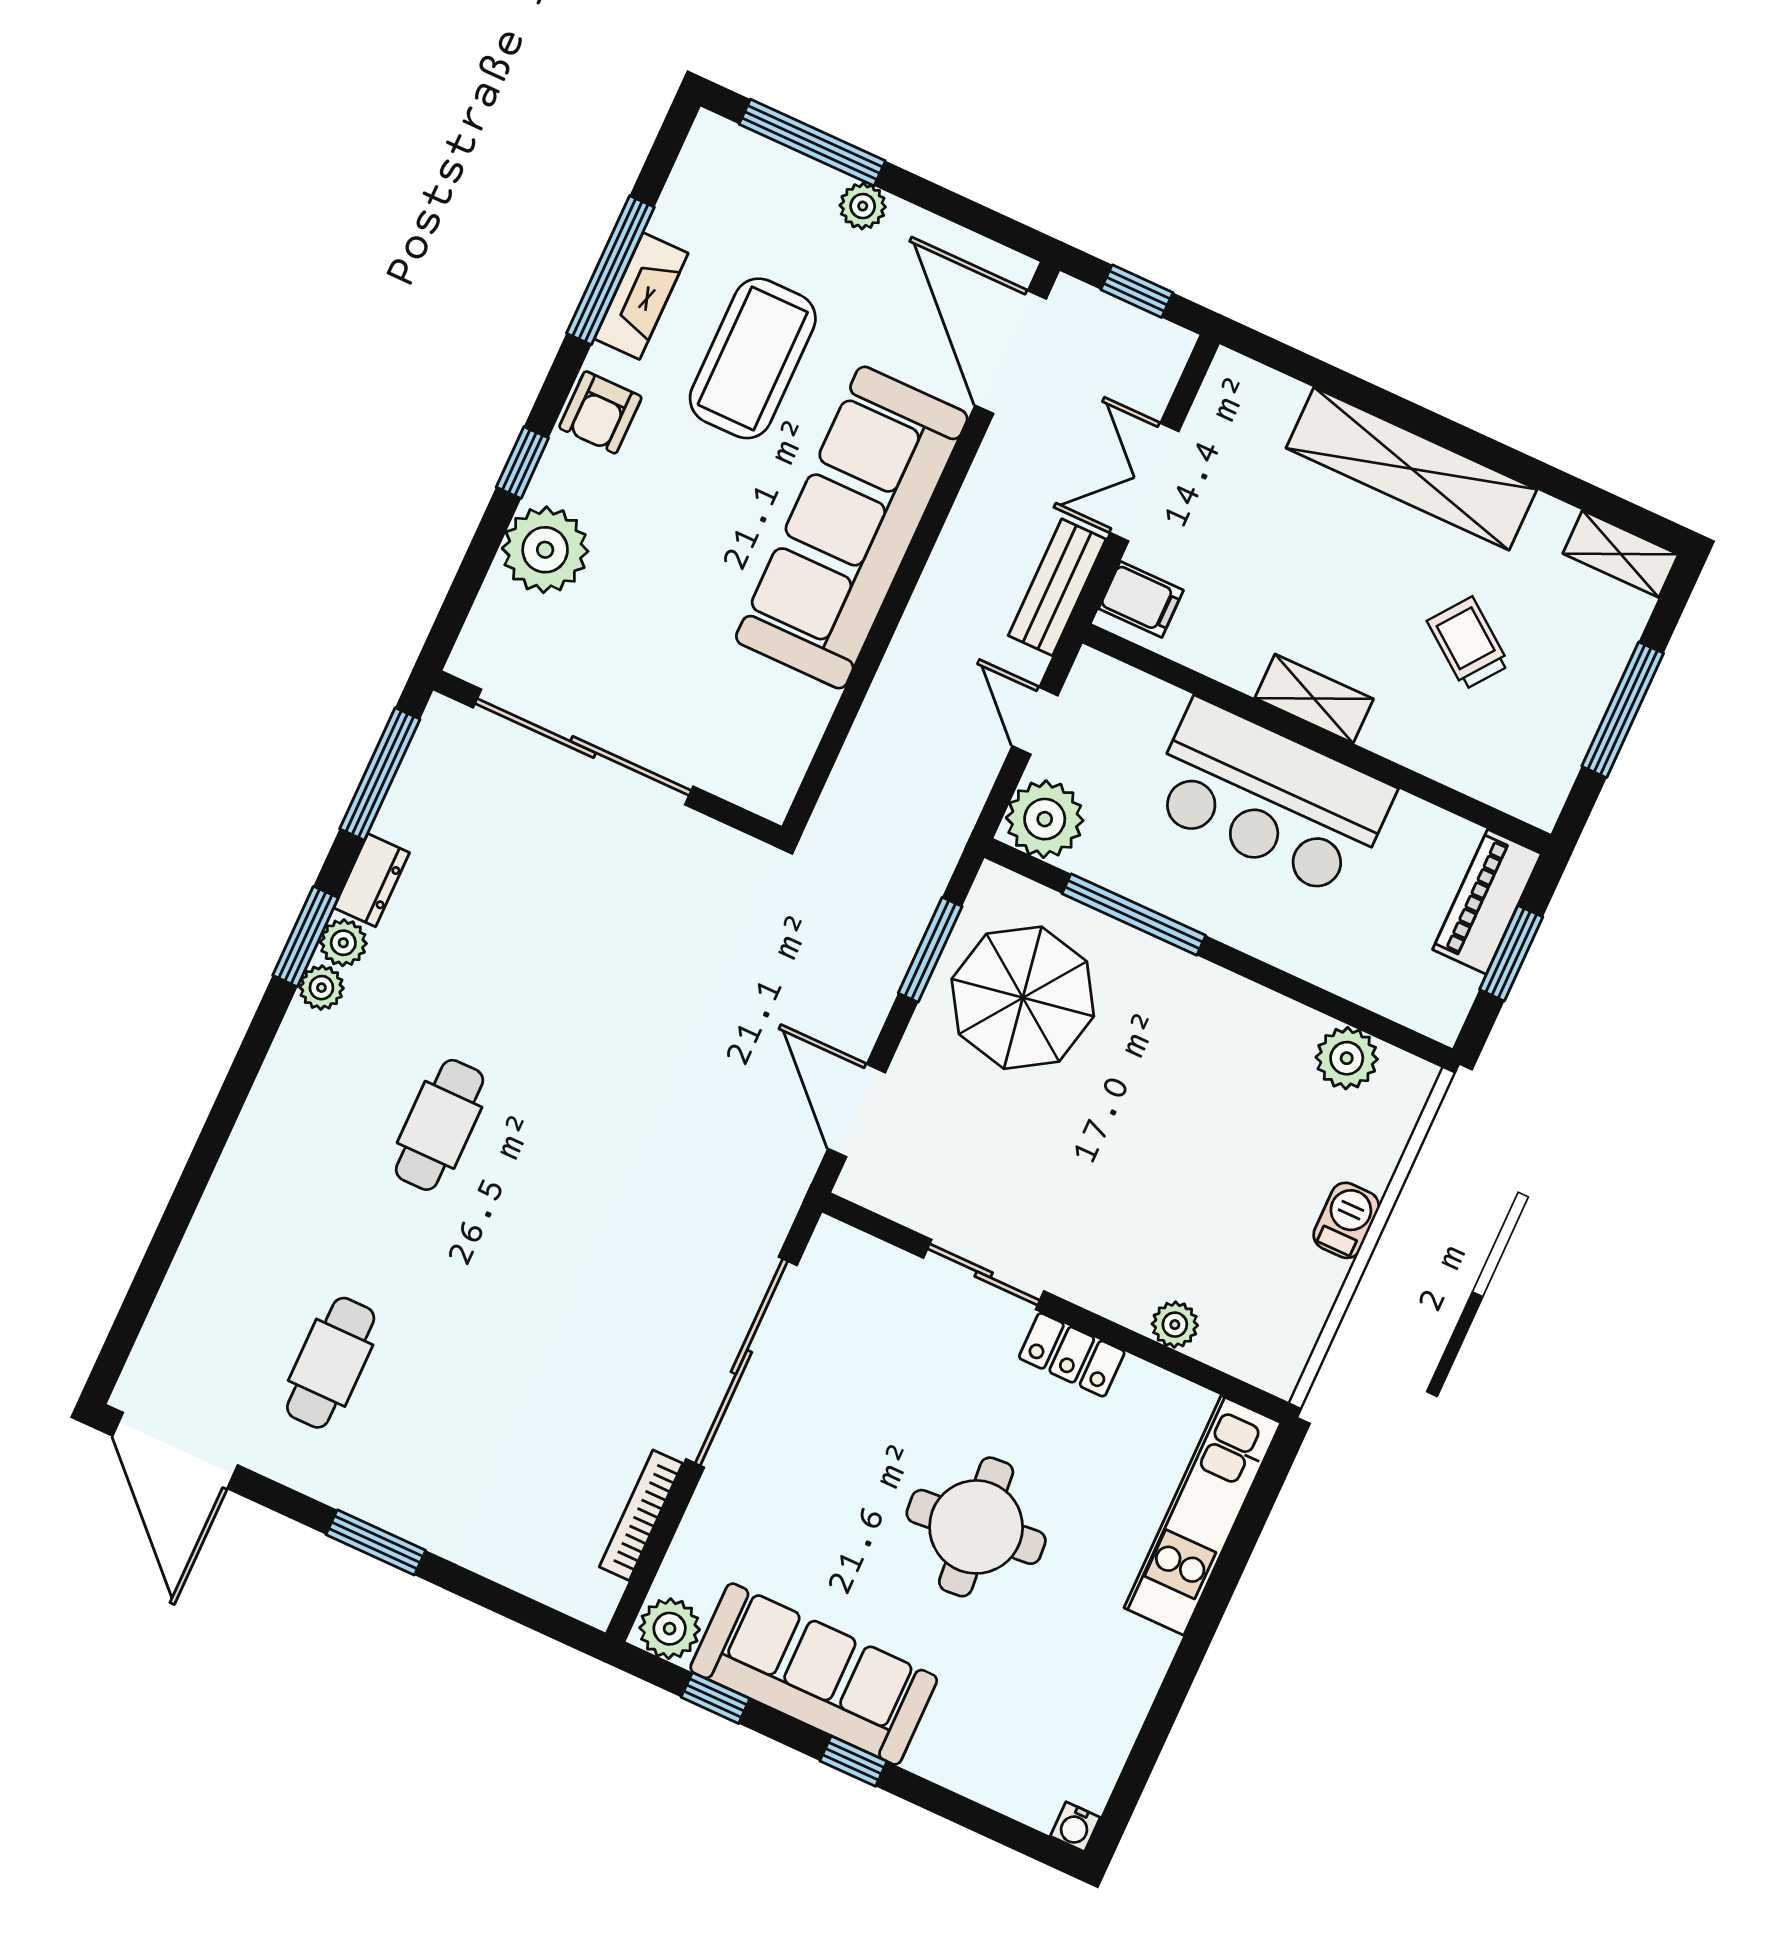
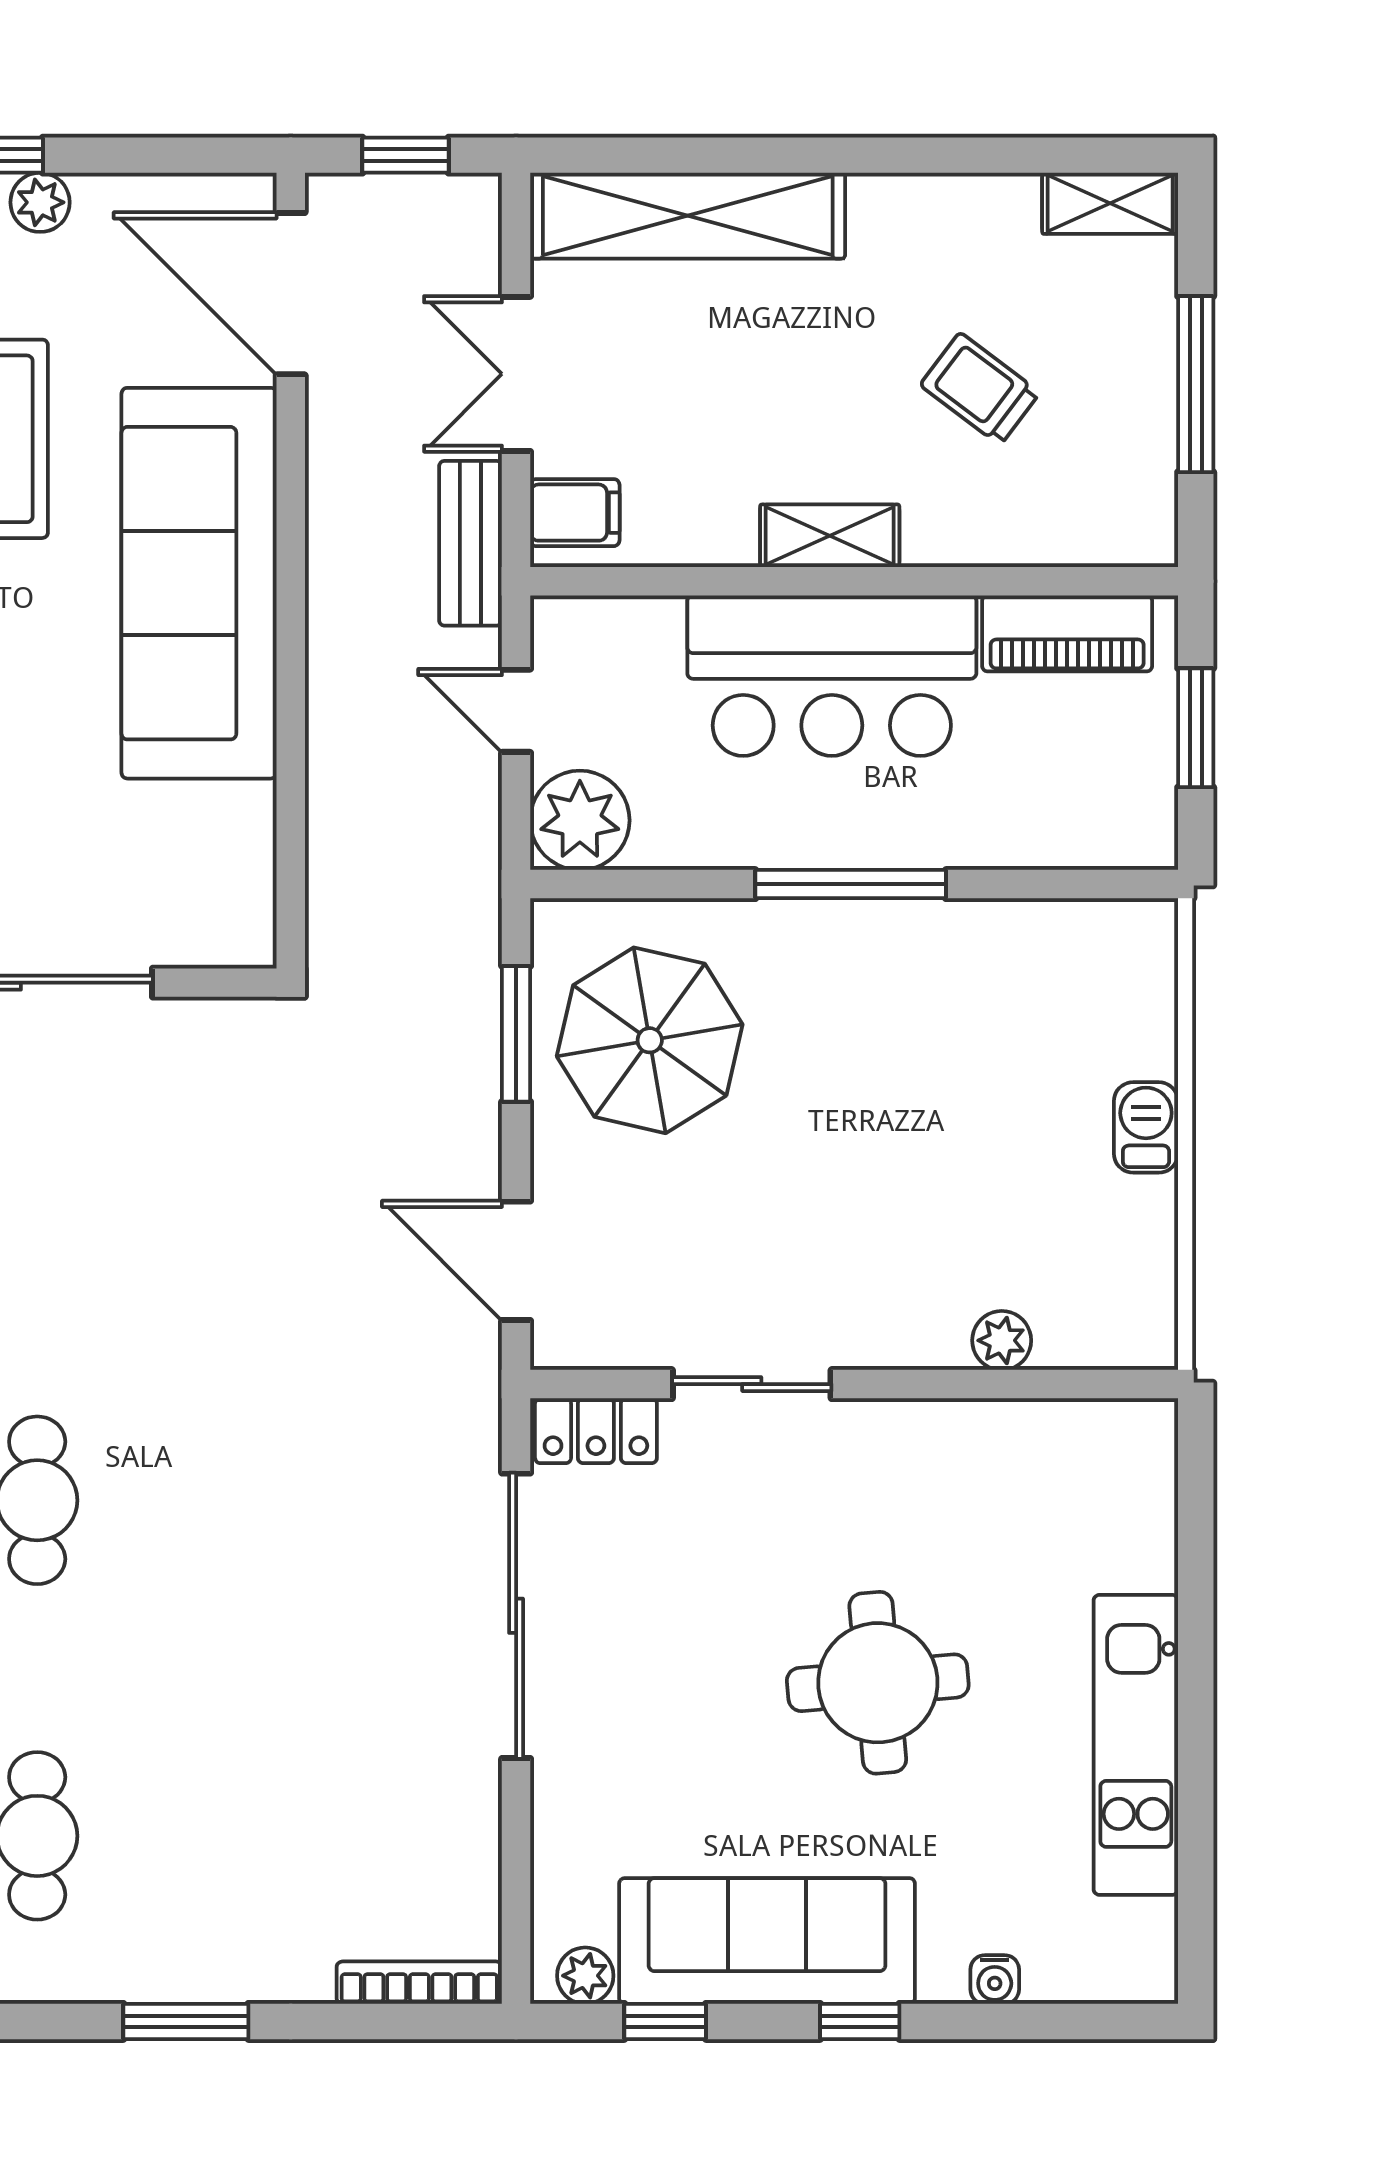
shelving: (1412, 469) -> (688, 216), moved
piano: (1487, 902) -> (1067, 633), moved, turned -90
window: (1134, 915) -> (851, 884), moved
plant: (1347, 1058) -> (1060, 938), removed
locker: (1072, 1355) -> (596, 1431), moved
bookcase: (641, 1515) -> (419, 1983), moved, turned 90
kitchen unit: (1203, 1515) -> (1136, 1745), moved
plant: (670, 1629) -> (585, 1976), width x0.73, depth x0.73
water cooler: (1075, 1827) -> (995, 1979), moved

